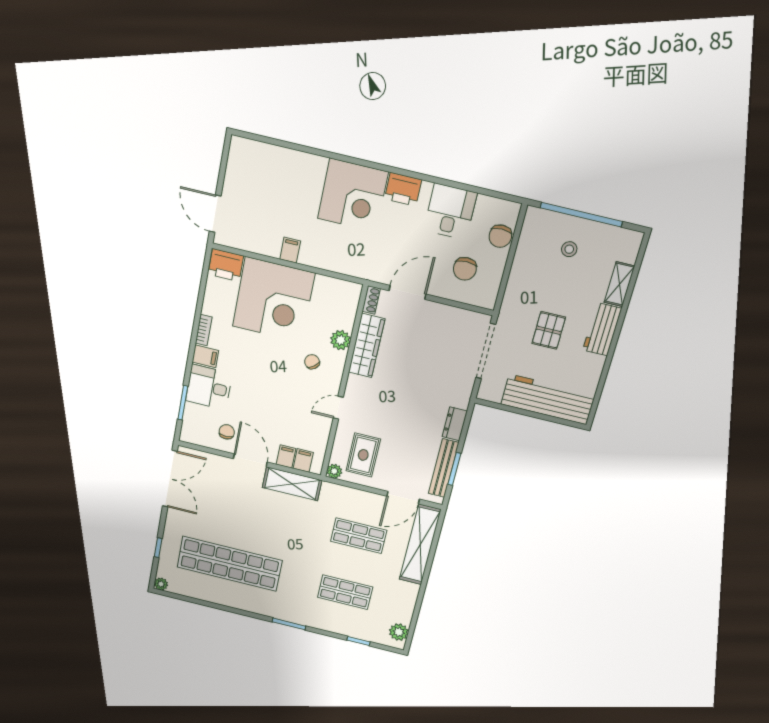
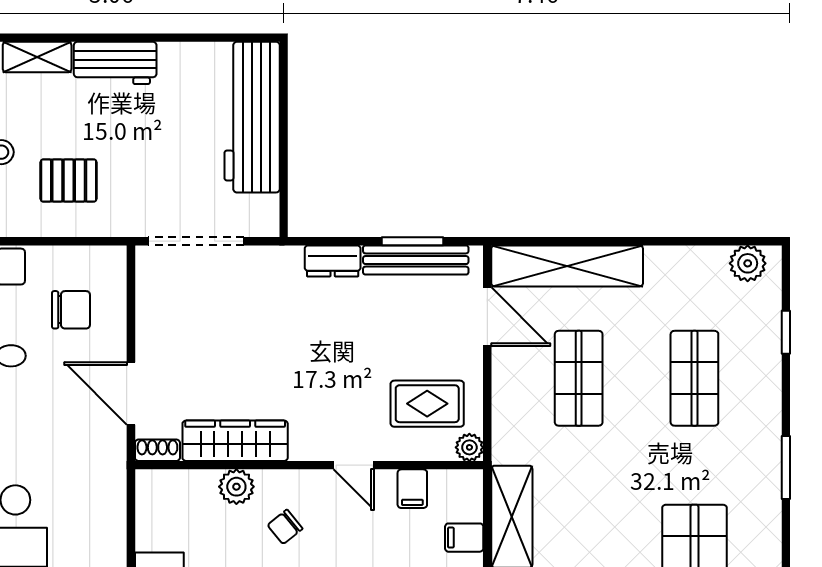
pallet: (549, 330) -> (69, 181), moved
filing cabinet: (303, 460) -> (412, 489), moved, turned -90

